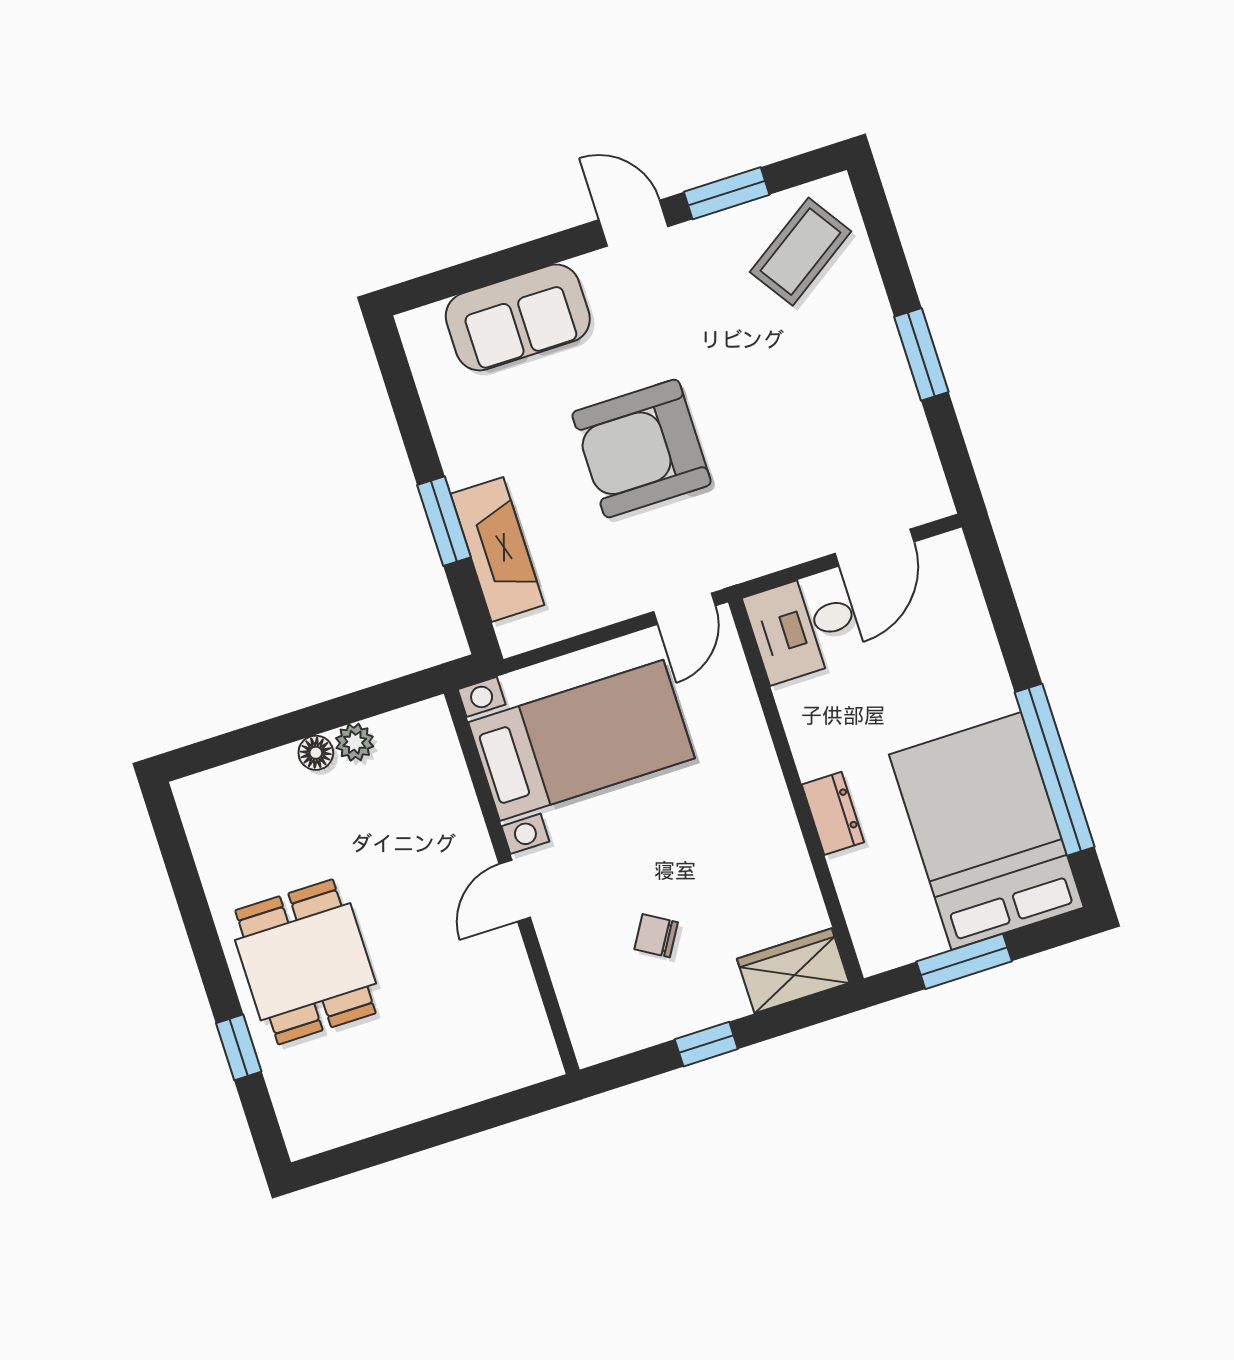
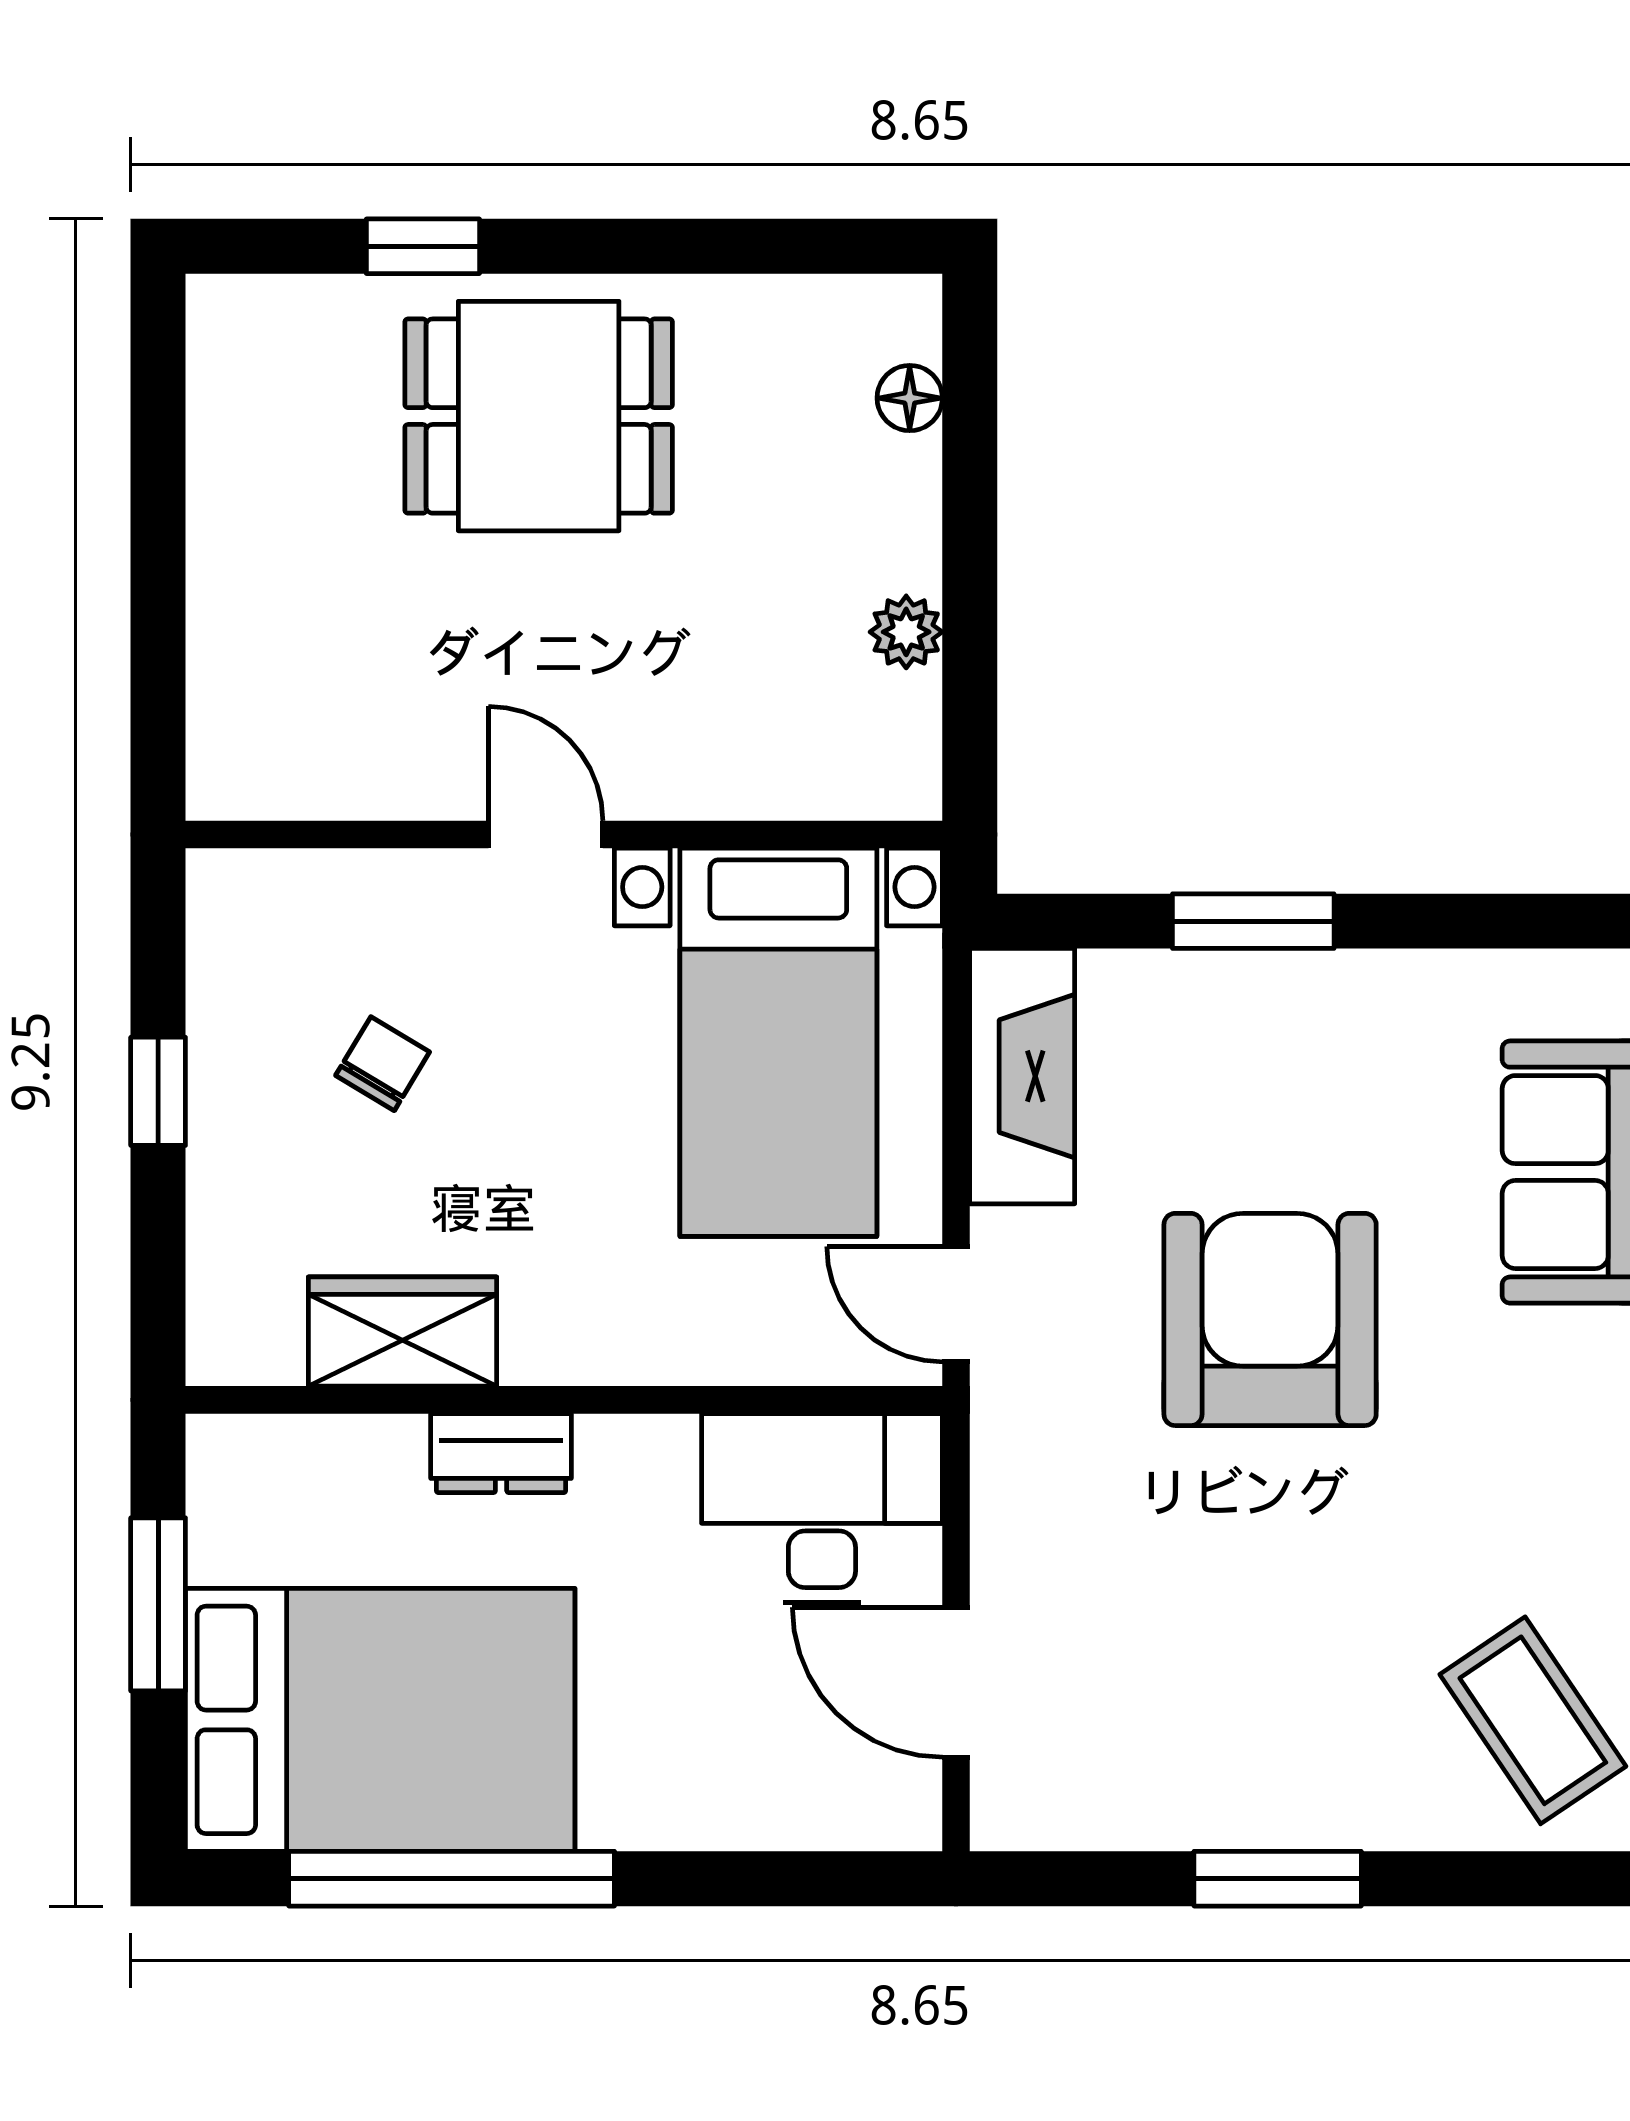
fireplace: (497, 549) -> (1022, 1076), moved, turned -90
desk: (803, 627) -> (822, 1508), width x1.37
floor lamp: (316, 753) -> (910, 398), moved
wardrobe: (793, 971) -> (402, 1332), moved, turned -90

